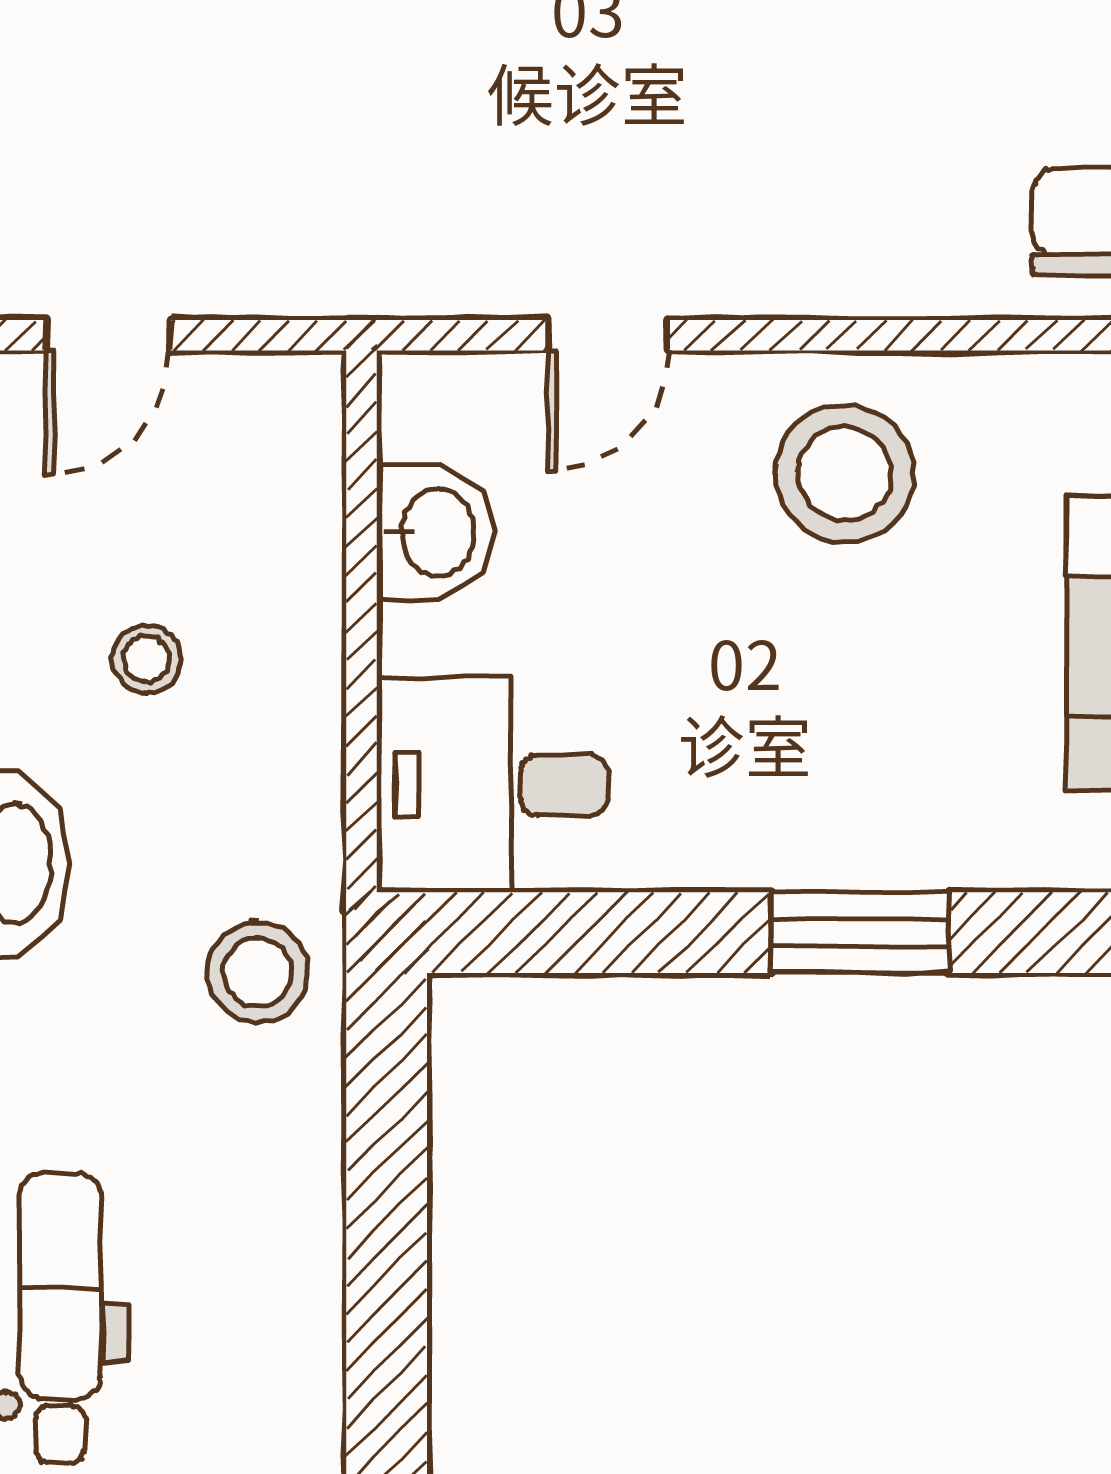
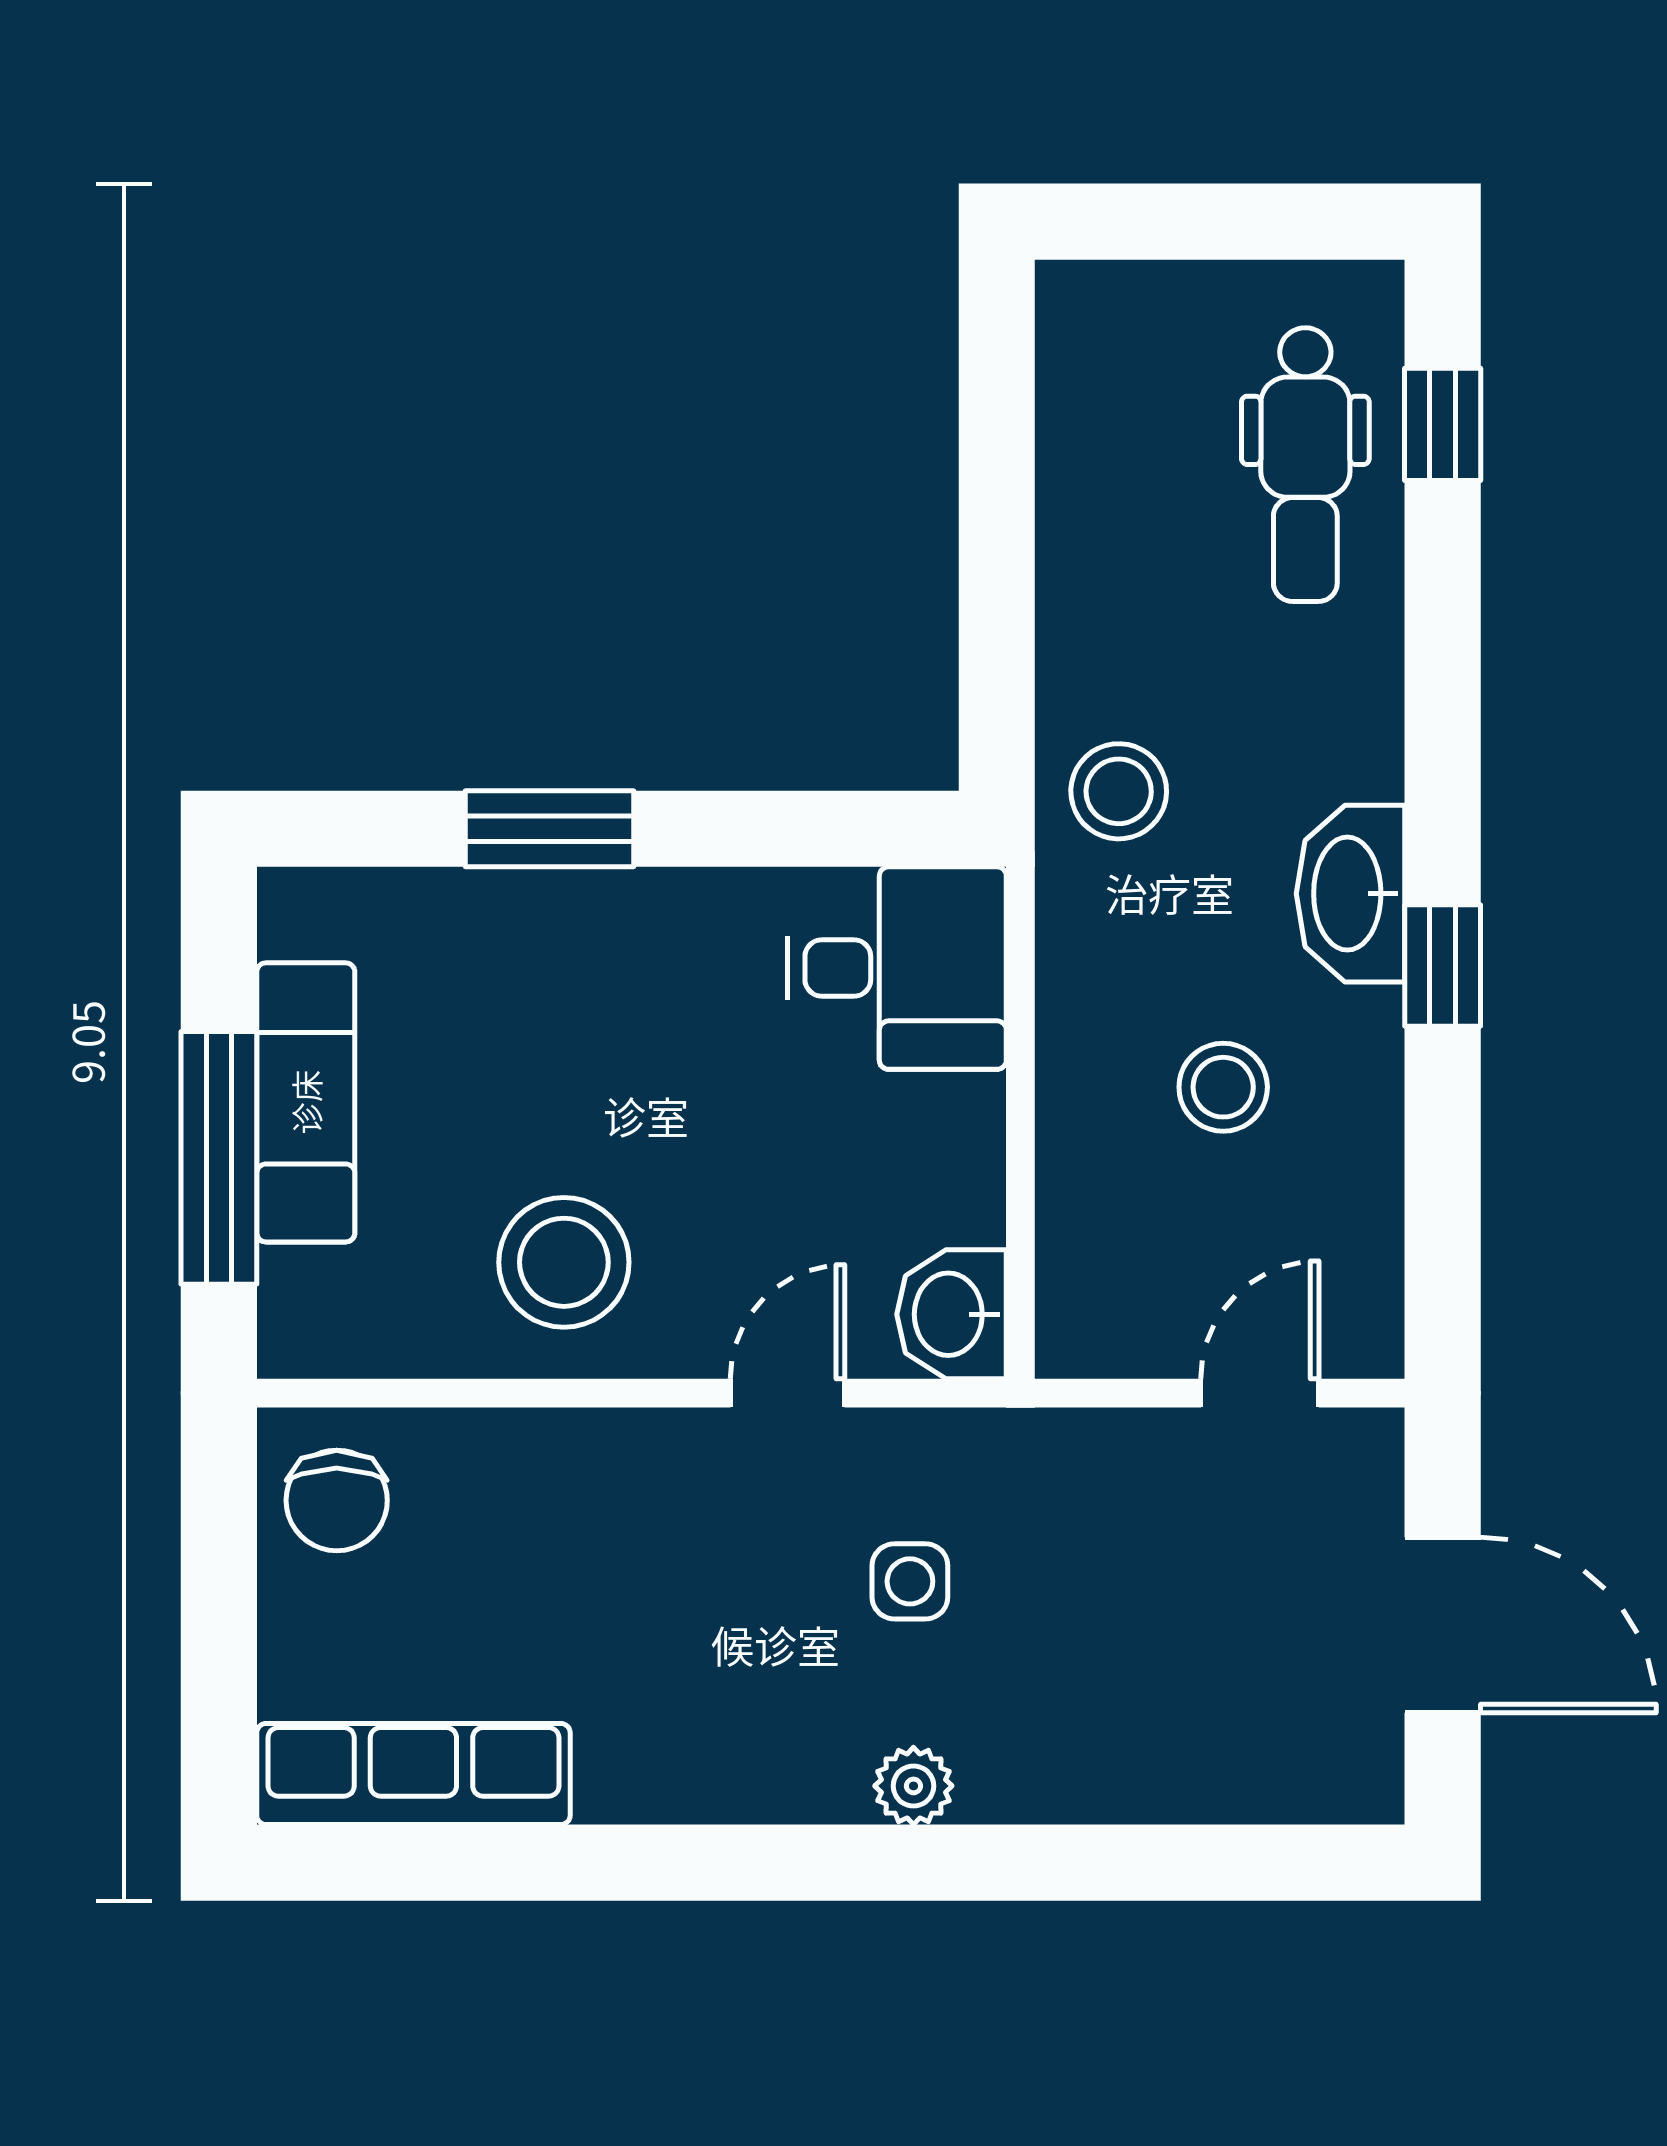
side table: (479, 136) -> (910, 1581), added
washbasin: (434, 532) -> (952, 1314), moved
stool: (147, 659) -> (1223, 1087), width x1.37, depth x1.37

